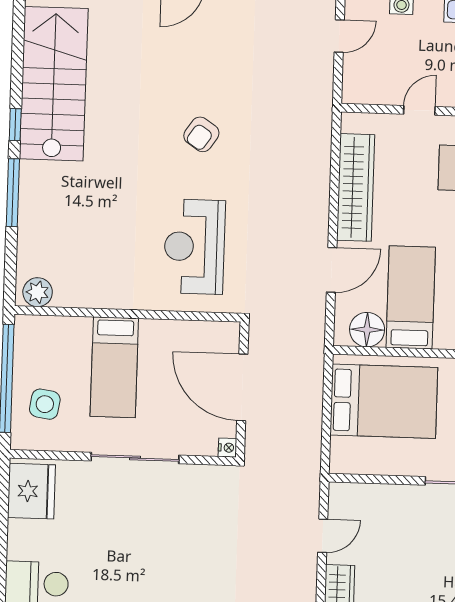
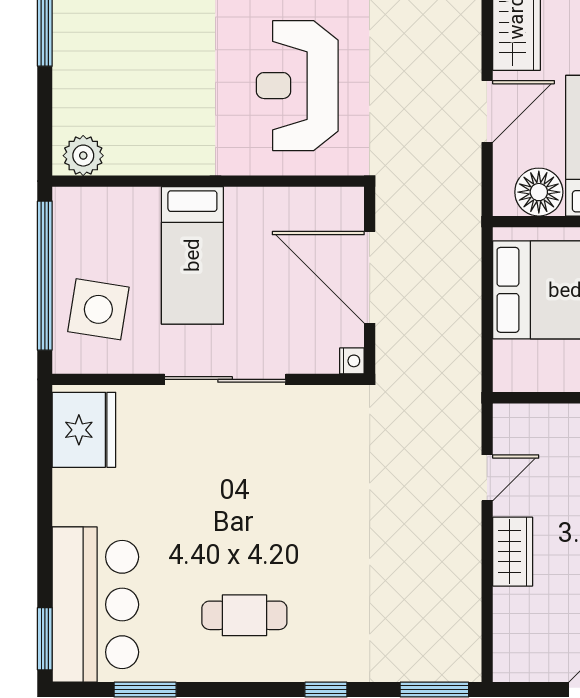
side table: (45, 404) -> (98, 309), width x1.37, depth x1.37

